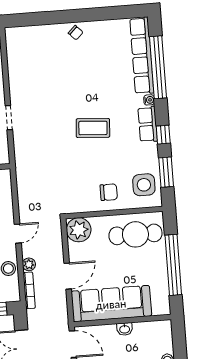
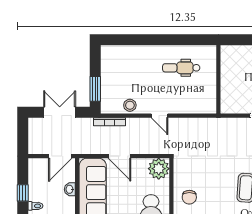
plant: (29, 264) -> (132, 123), removed
washbasin: (125, 329) -> (70, 189), moved

